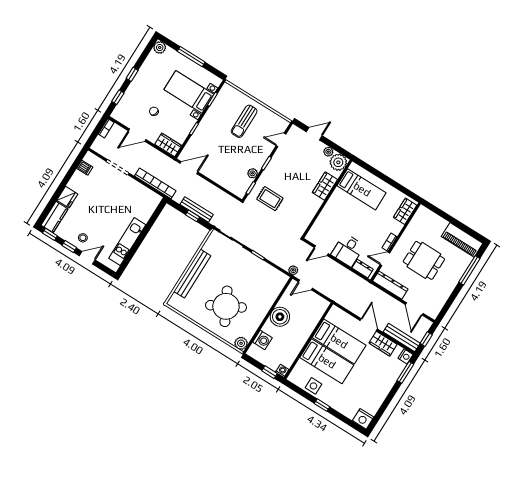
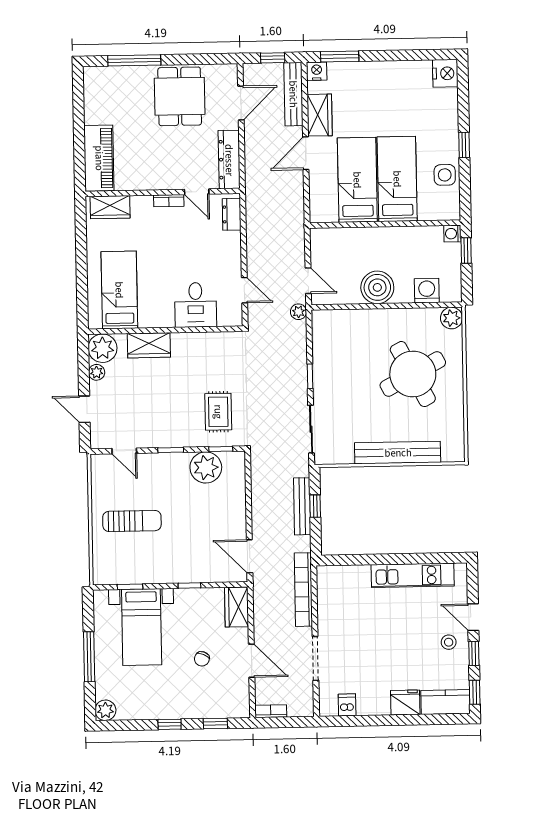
plant: (253, 173) -> (206, 467), width x1.87, depth x1.87
piano: (462, 240) -> (99, 158), moved
desk: (348, 250) -> (196, 305), moved, turned 90
dining table: (424, 260) -> (180, 96), moved

